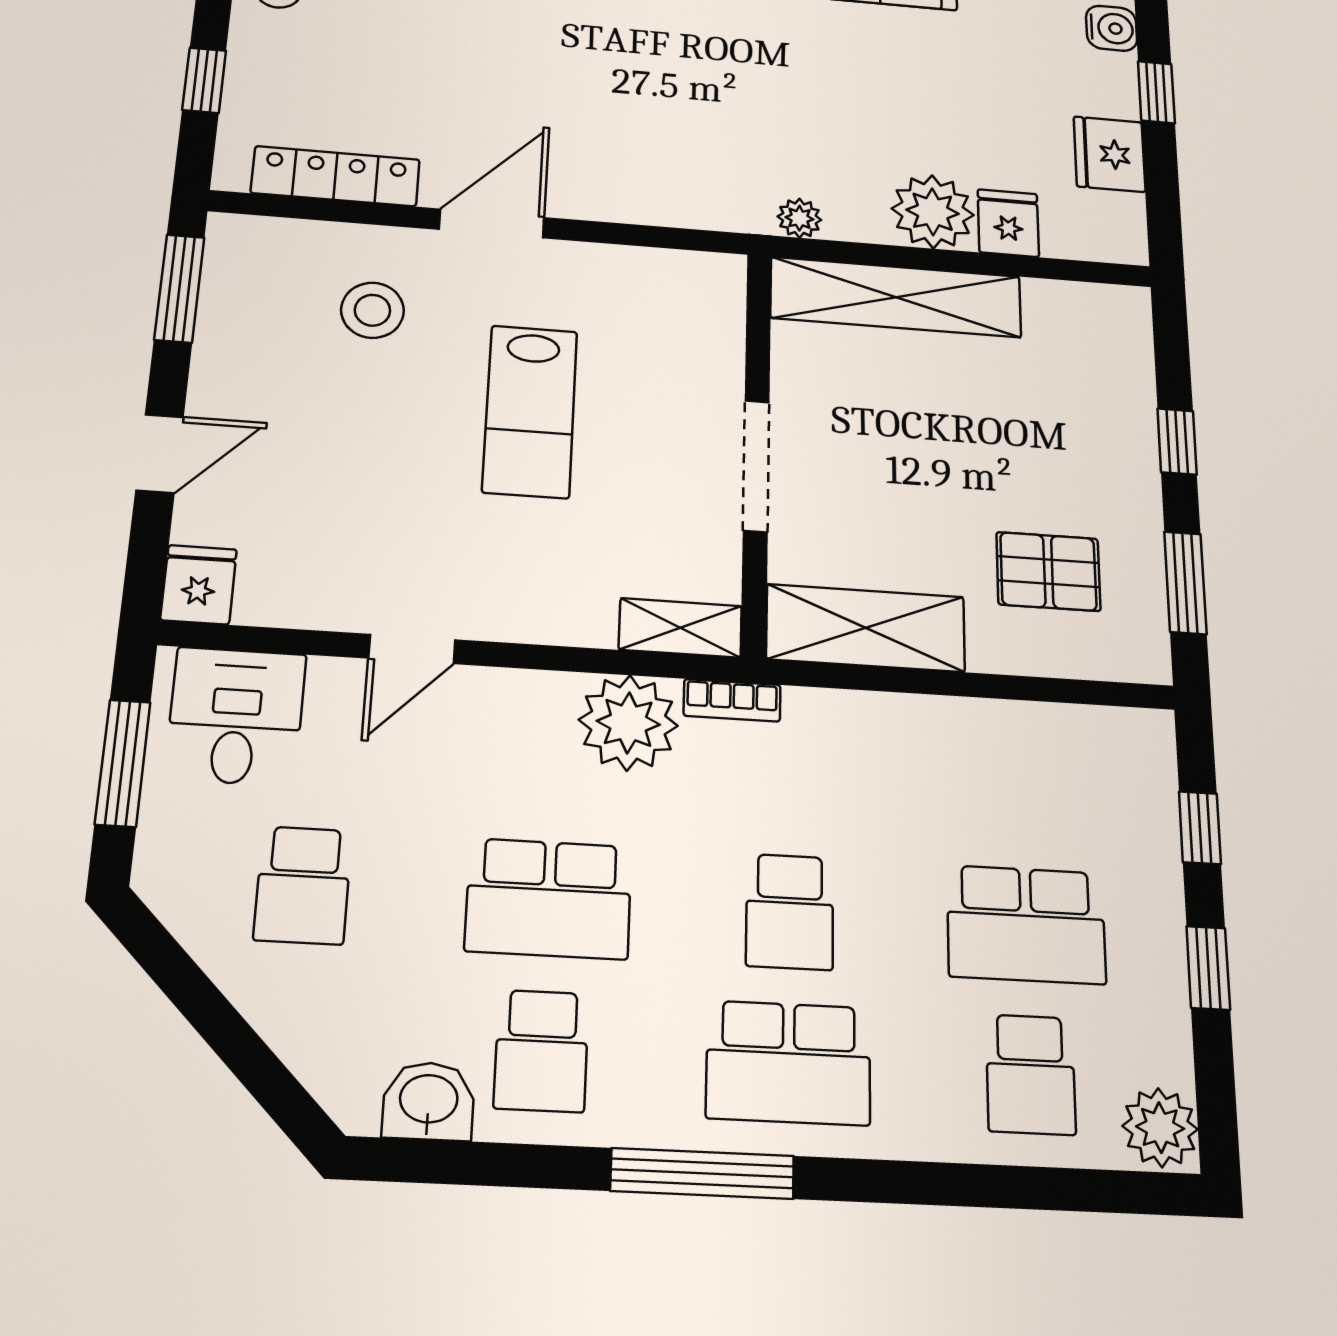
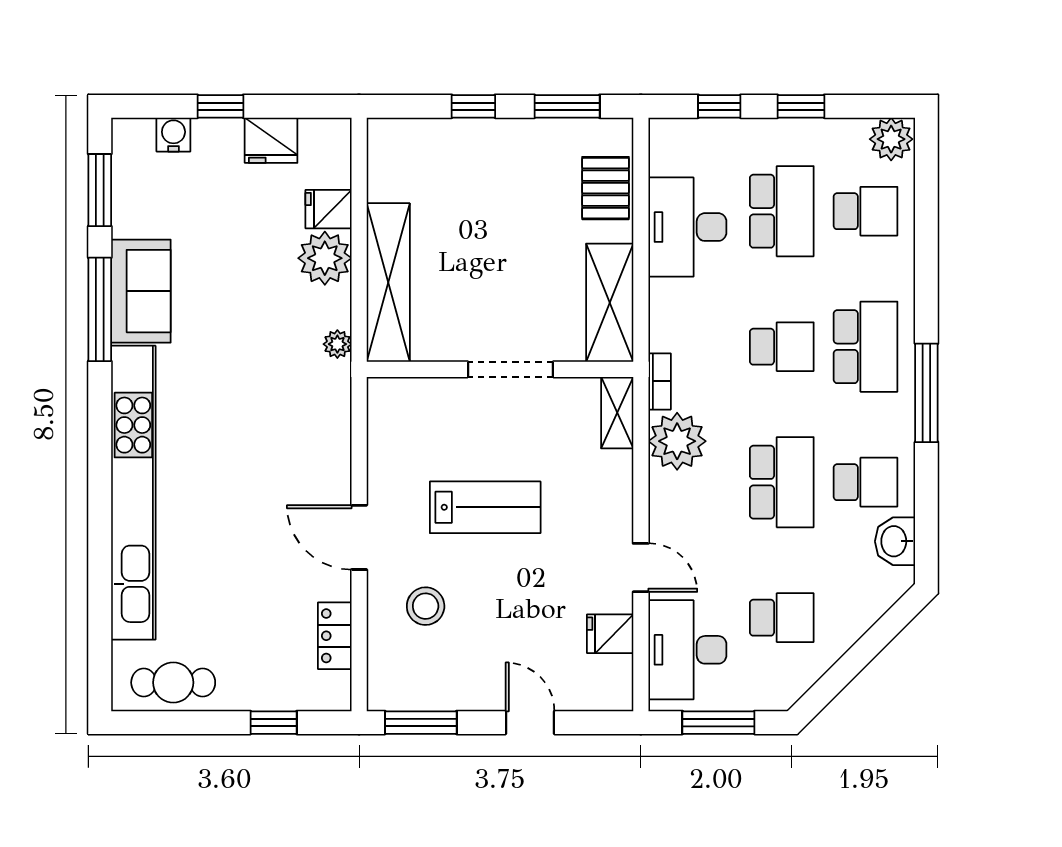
locker: (335, 176) -> (335, 636), width x0.66
pallet: (1048, 571) -> (606, 188), moved
fridge: (199, 585) -> (610, 634), moved
desk: (236, 716) -> (687, 650), width x1.37
desk: (995, 762) -> (687, 227), added

